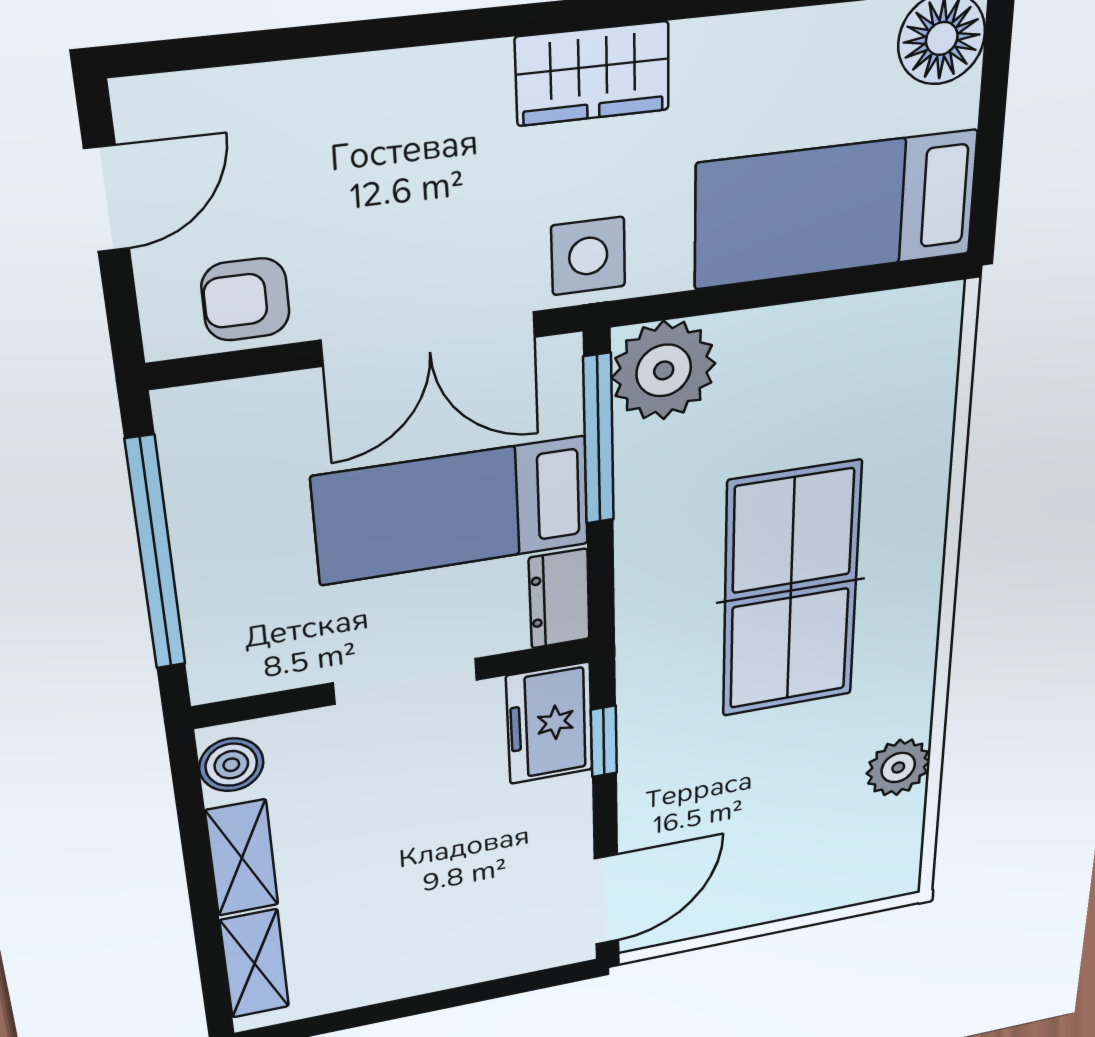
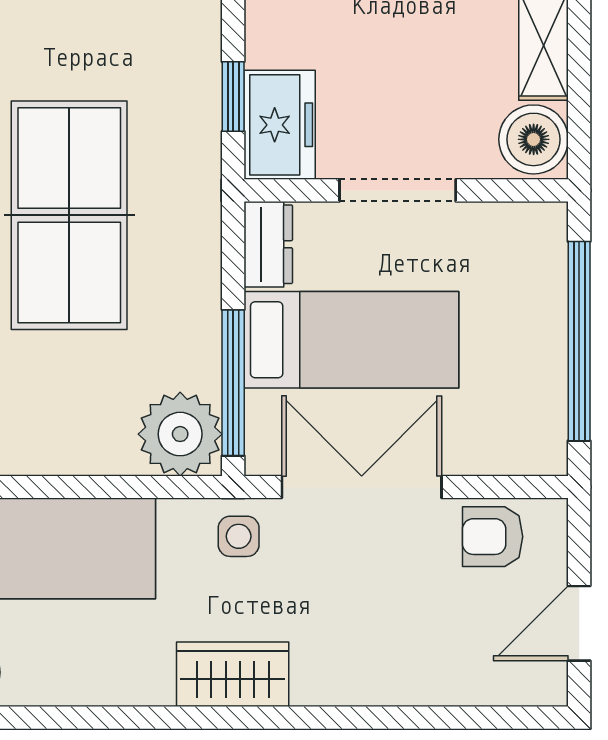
side table: (588, 256) -> (239, 536), width x0.73, depth x0.73
armchair: (246, 299) -> (493, 537), turned 180
boiler: (231, 765) -> (534, 139), width x1.36, depth x1.36

